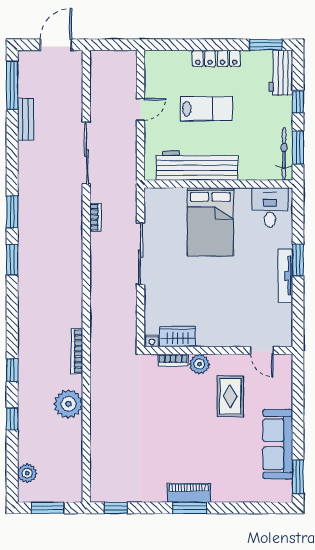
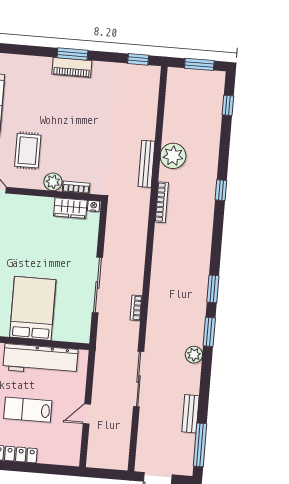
bookcase: (96, 217) -> (136, 308), moved
bench: (97, 393) -> (146, 164), added
window: (12, 419) -> (228, 105), moved
plant: (27, 473) -> (194, 355), moved

